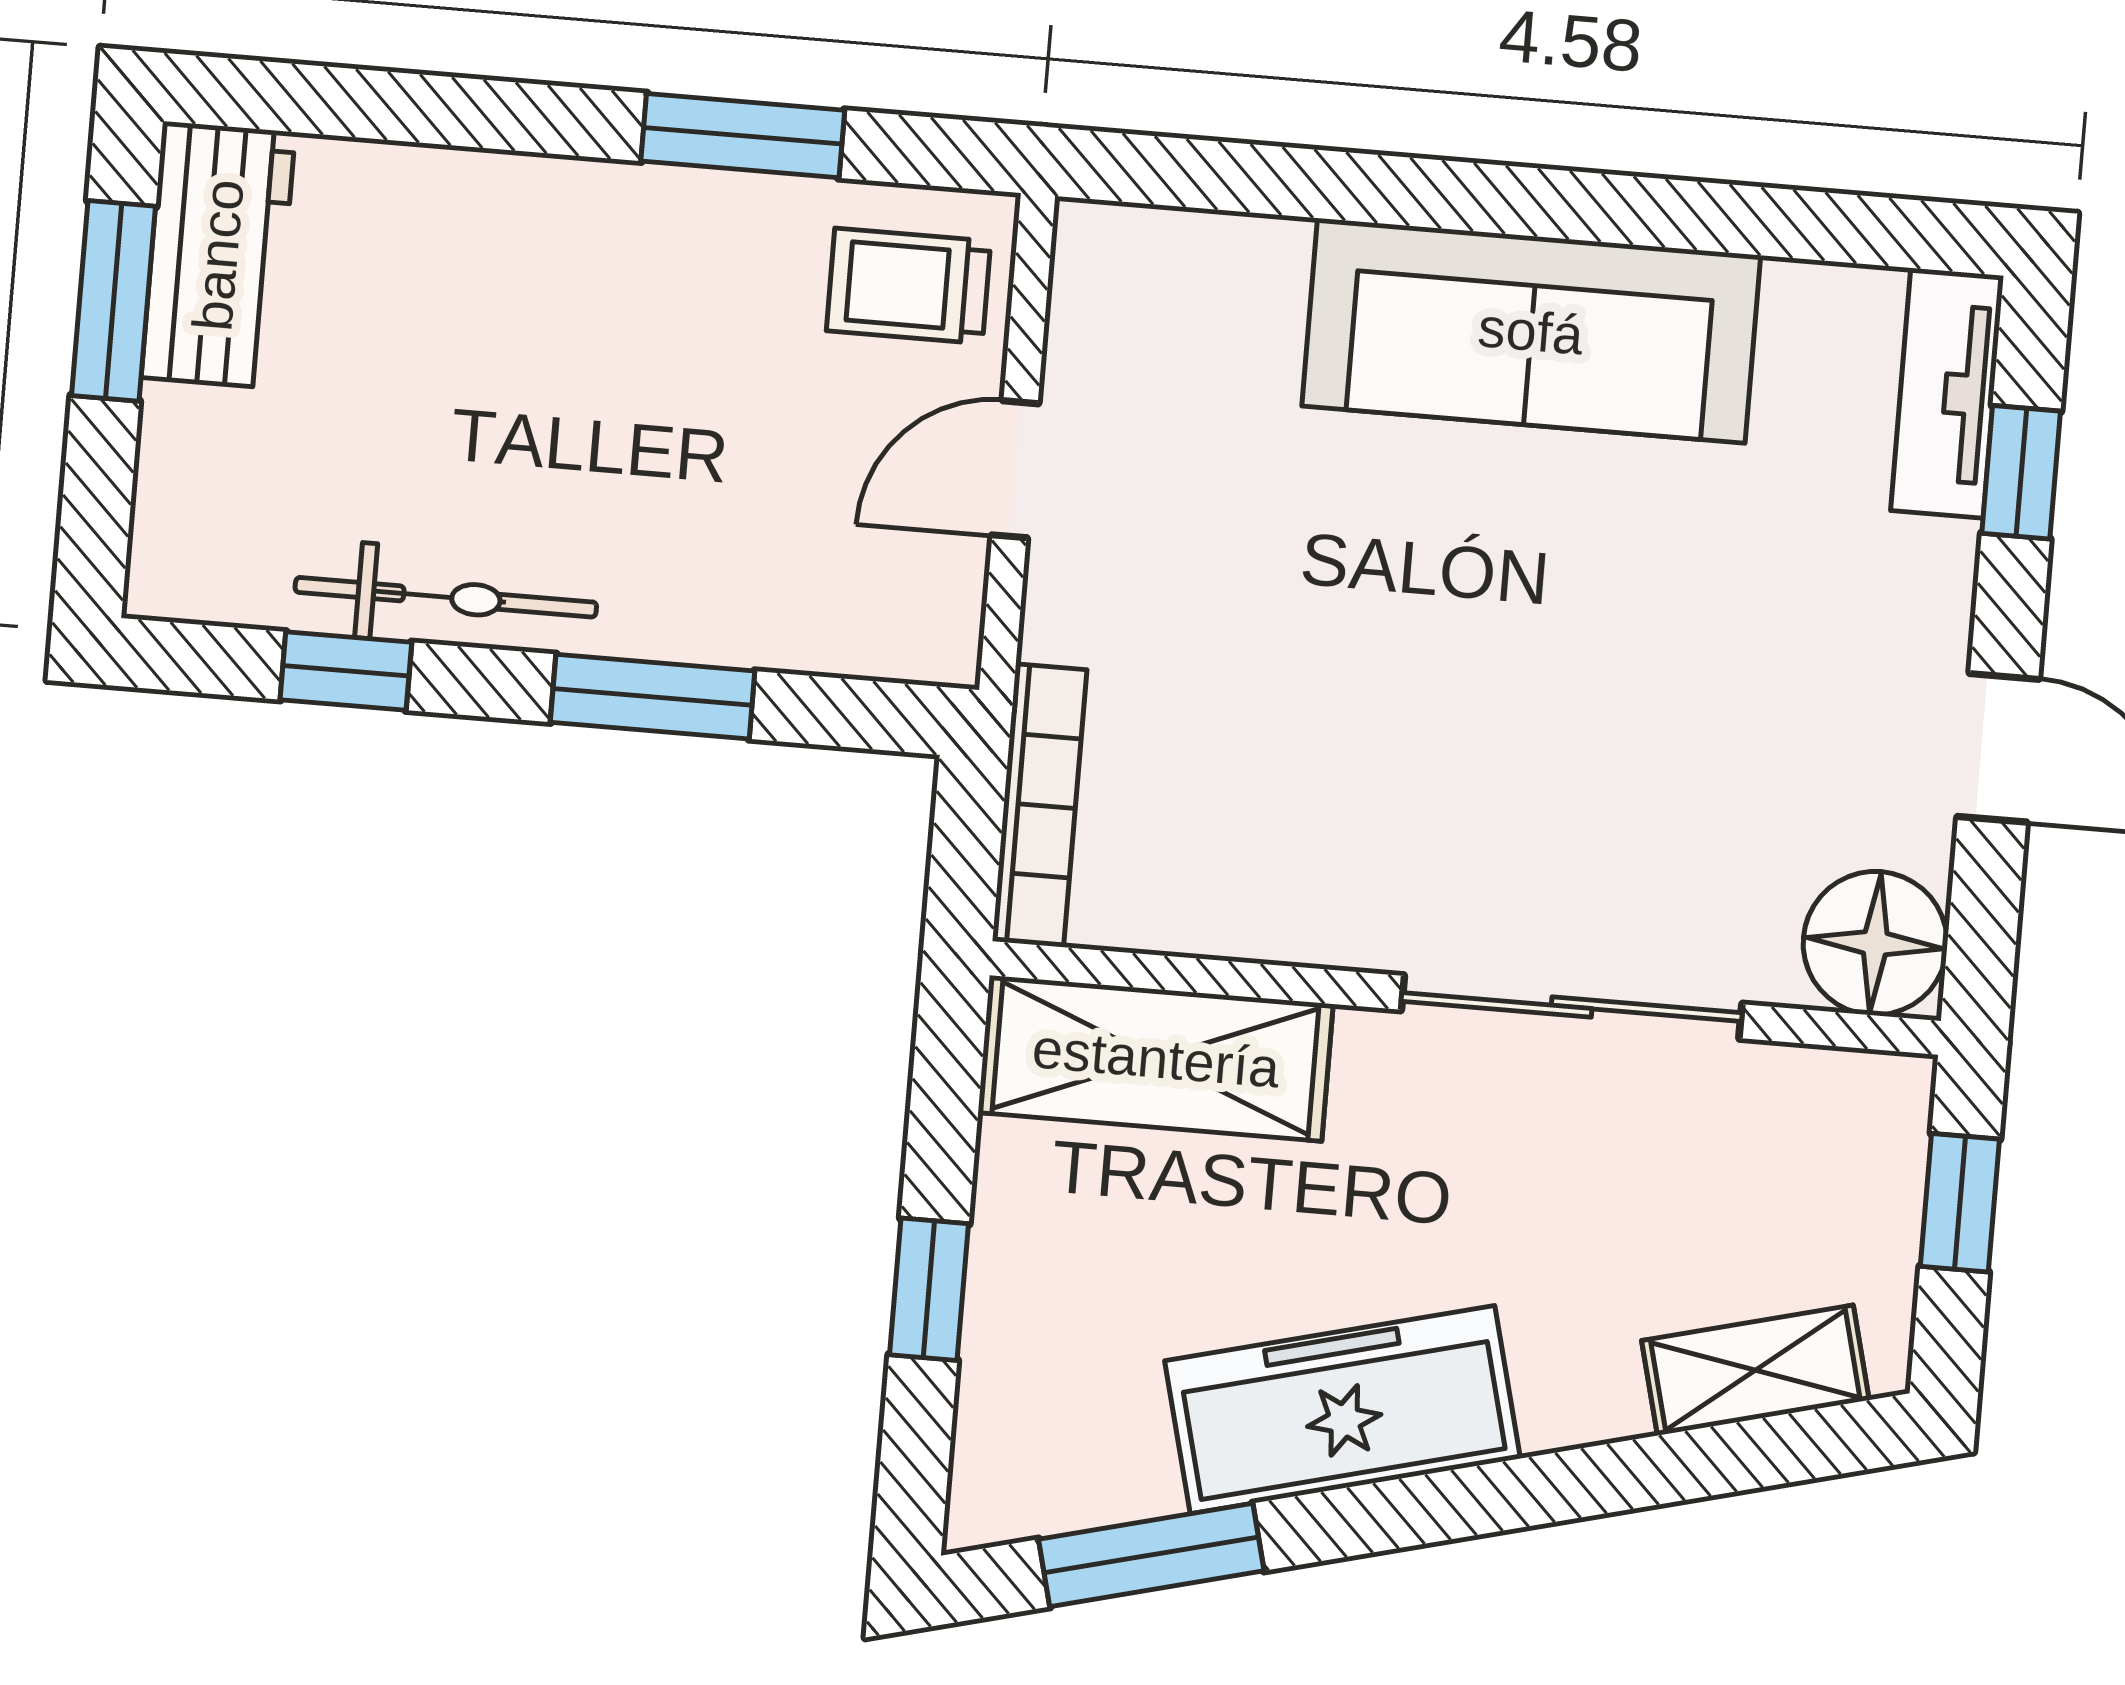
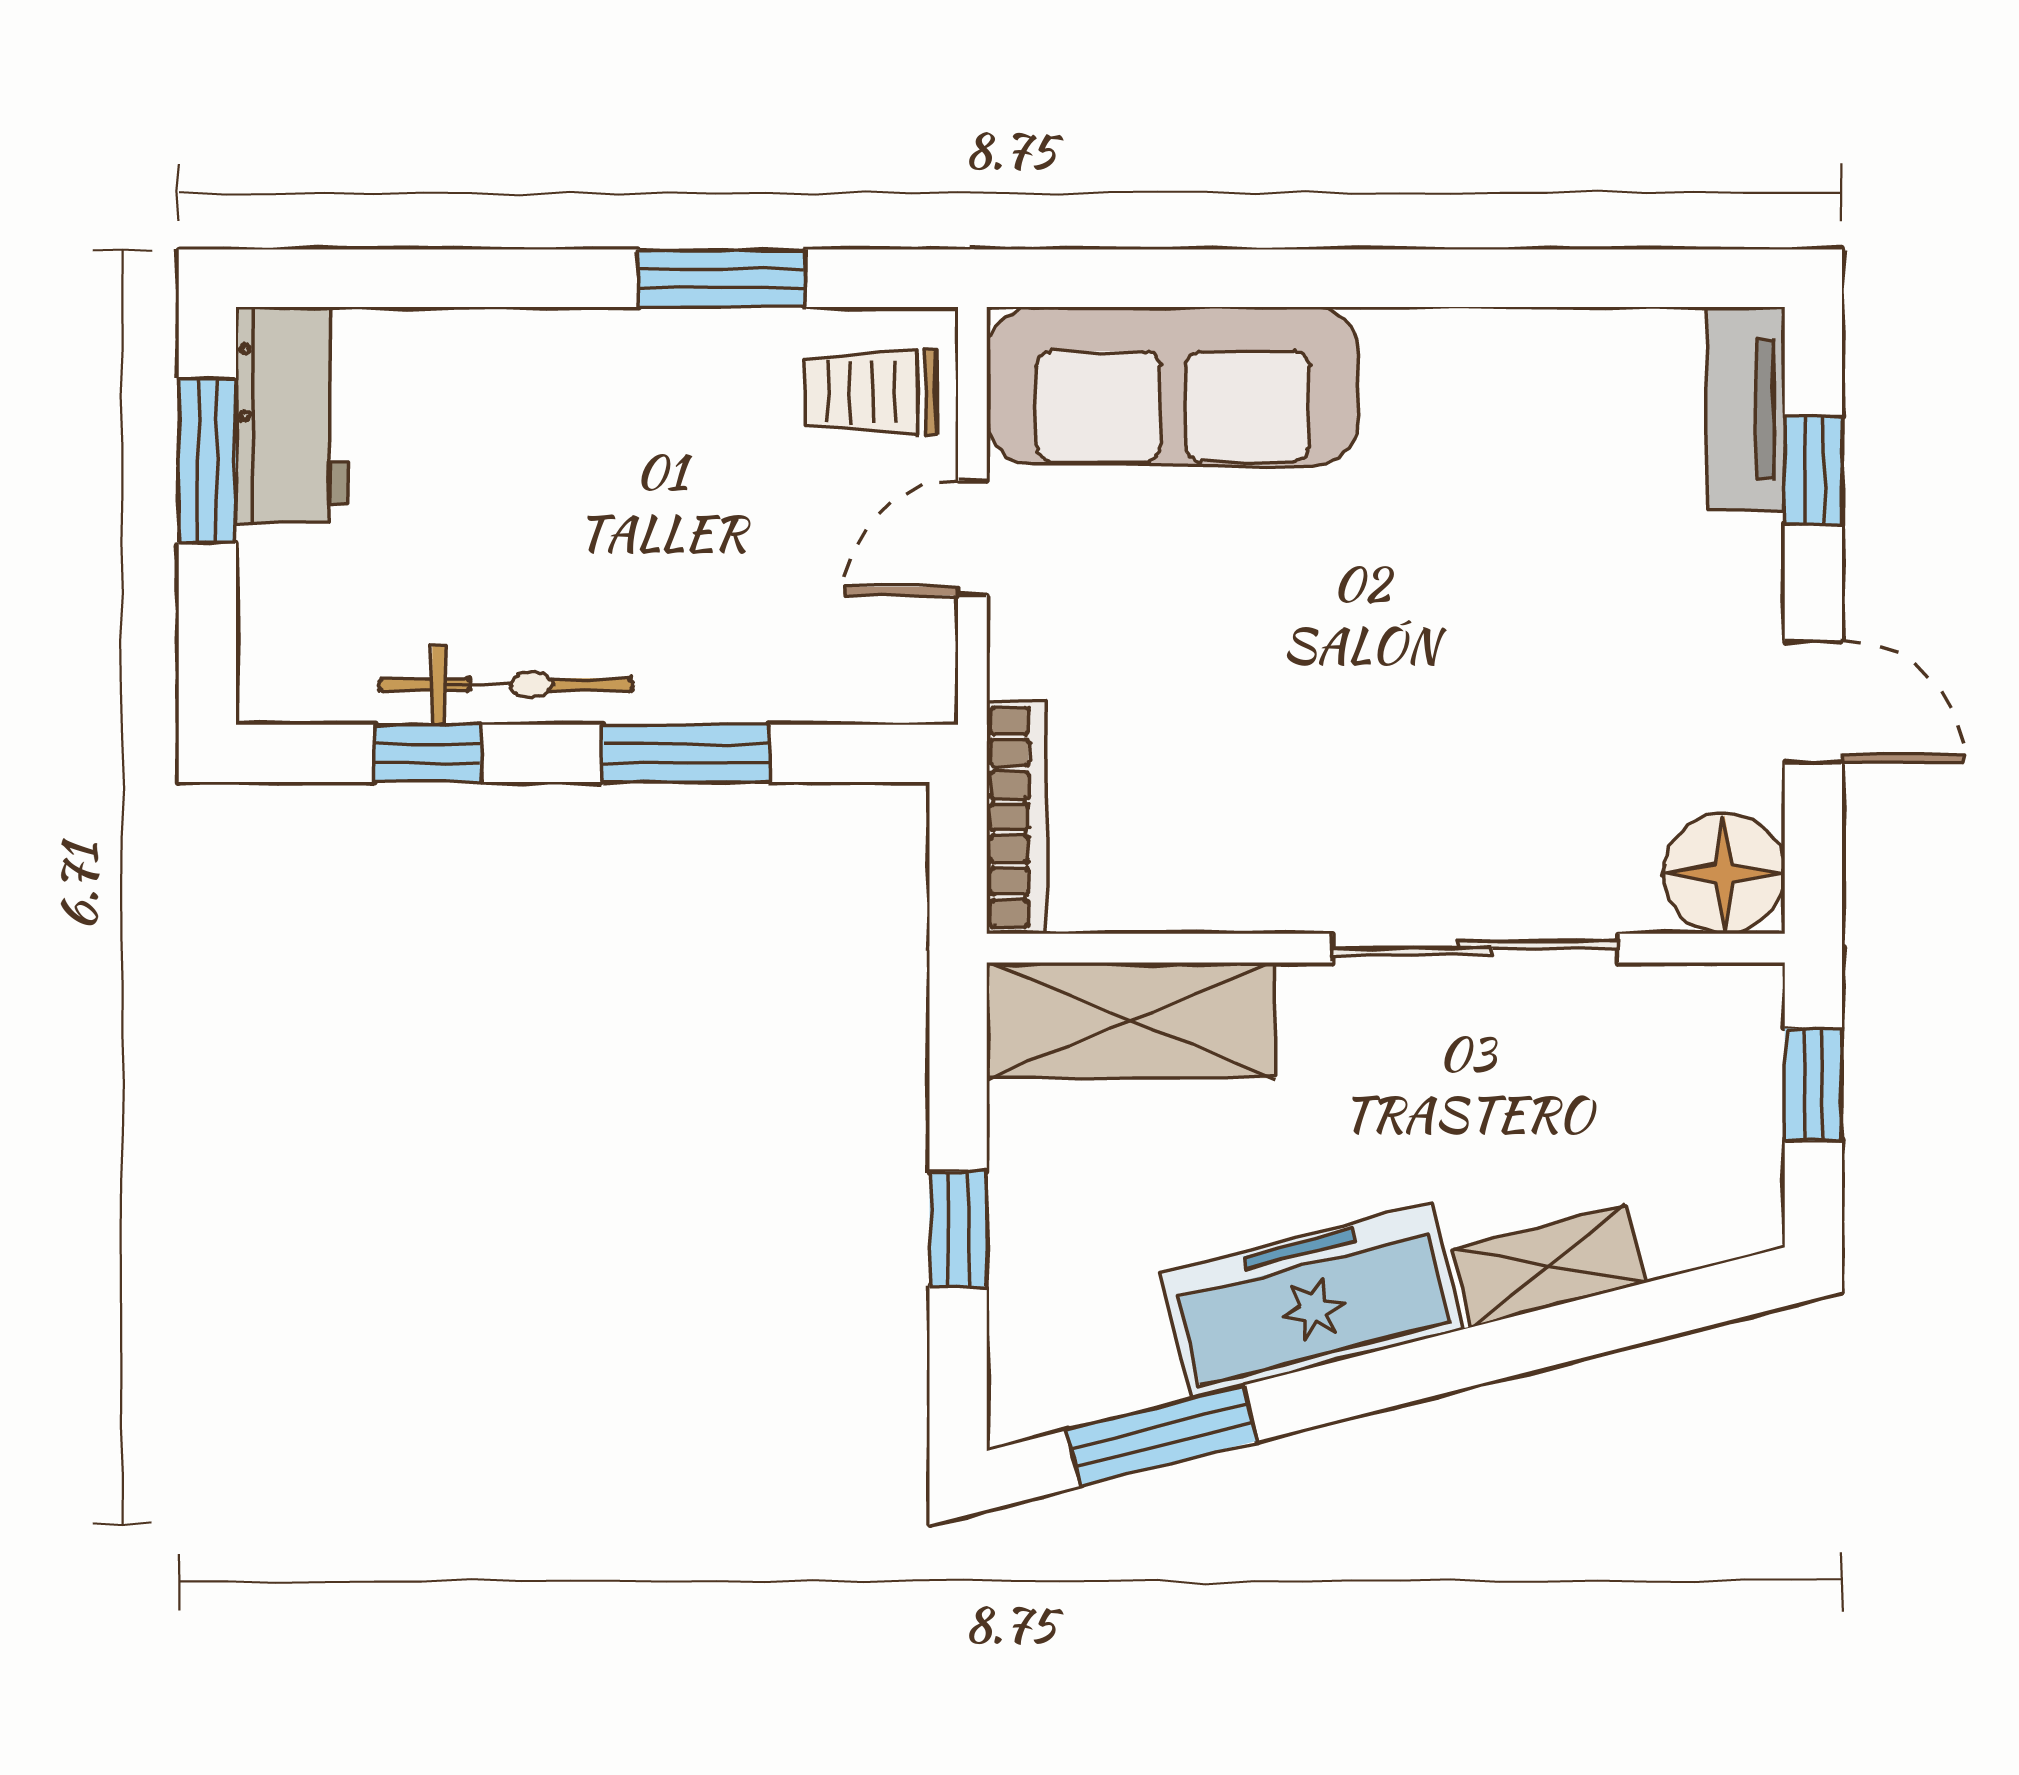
sofa: (1531, 331) -> (1173, 386), moved
shelving: (1755, 1370) -> (1549, 1266), moved

